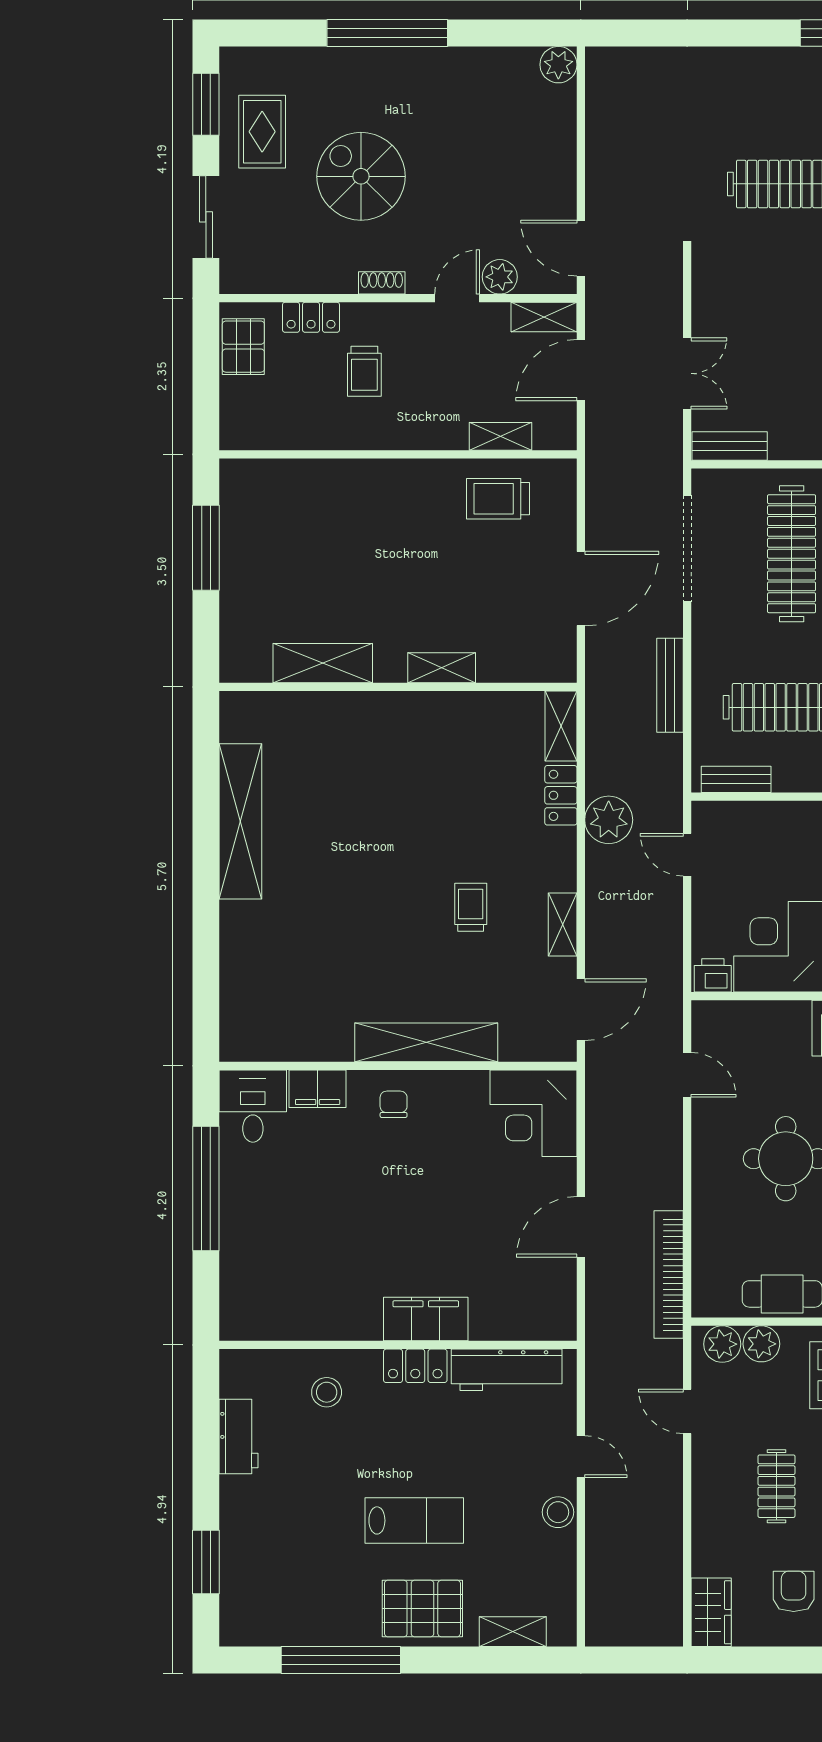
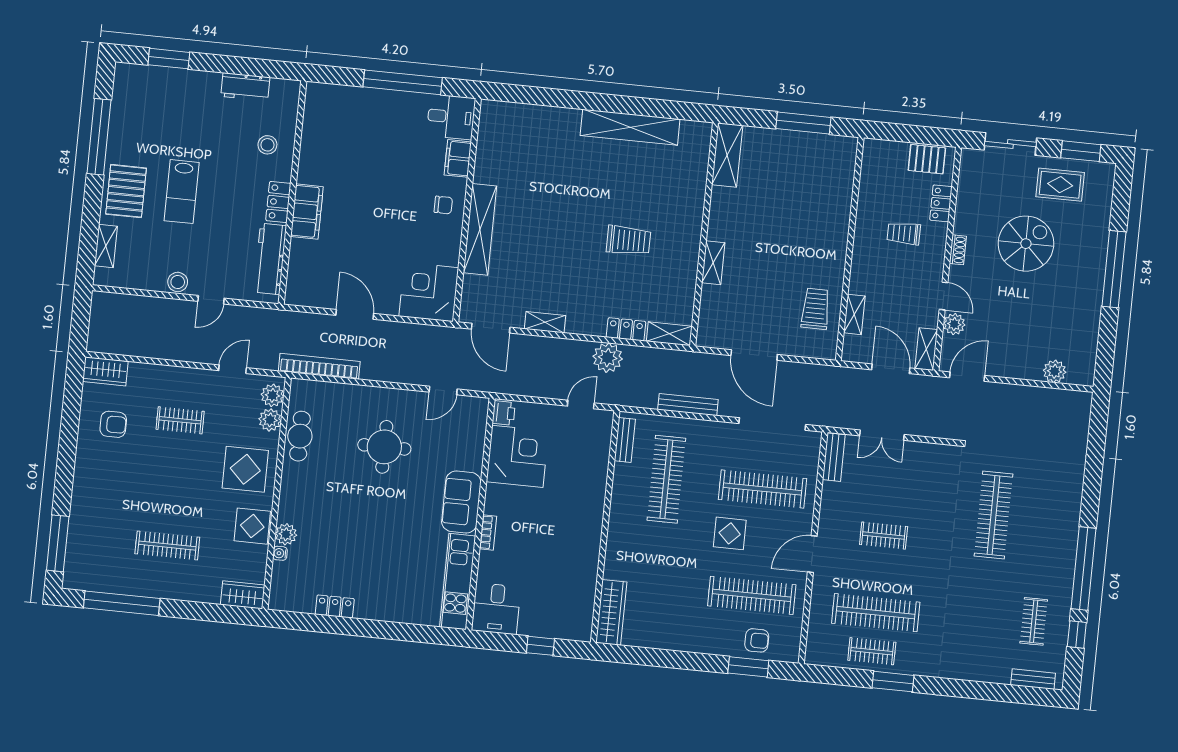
plant: (558, 65) -> (1055, 371), moved
shelving: (323, 663) -> (727, 155), moved
trolley: (471, 907) -> (629, 240), moved, width x1.36, depth x1.39

